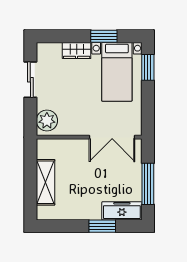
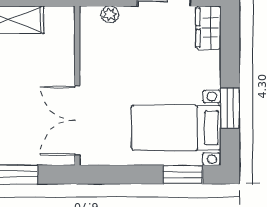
wardrobe: (77, 51) -> (208, 27), moved
plant: (47, 121) -> (110, 14), width x0.53, depth x0.53

